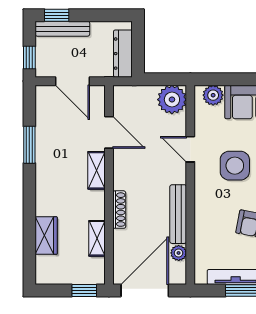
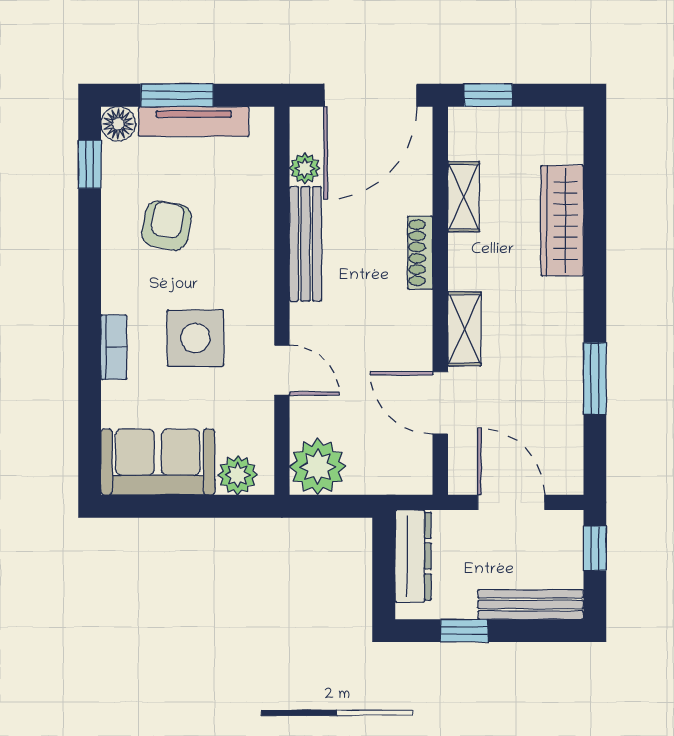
window: (57, 15) -> (464, 631), moved
wardrobe: (46, 236) -> (562, 221), width x1.50

